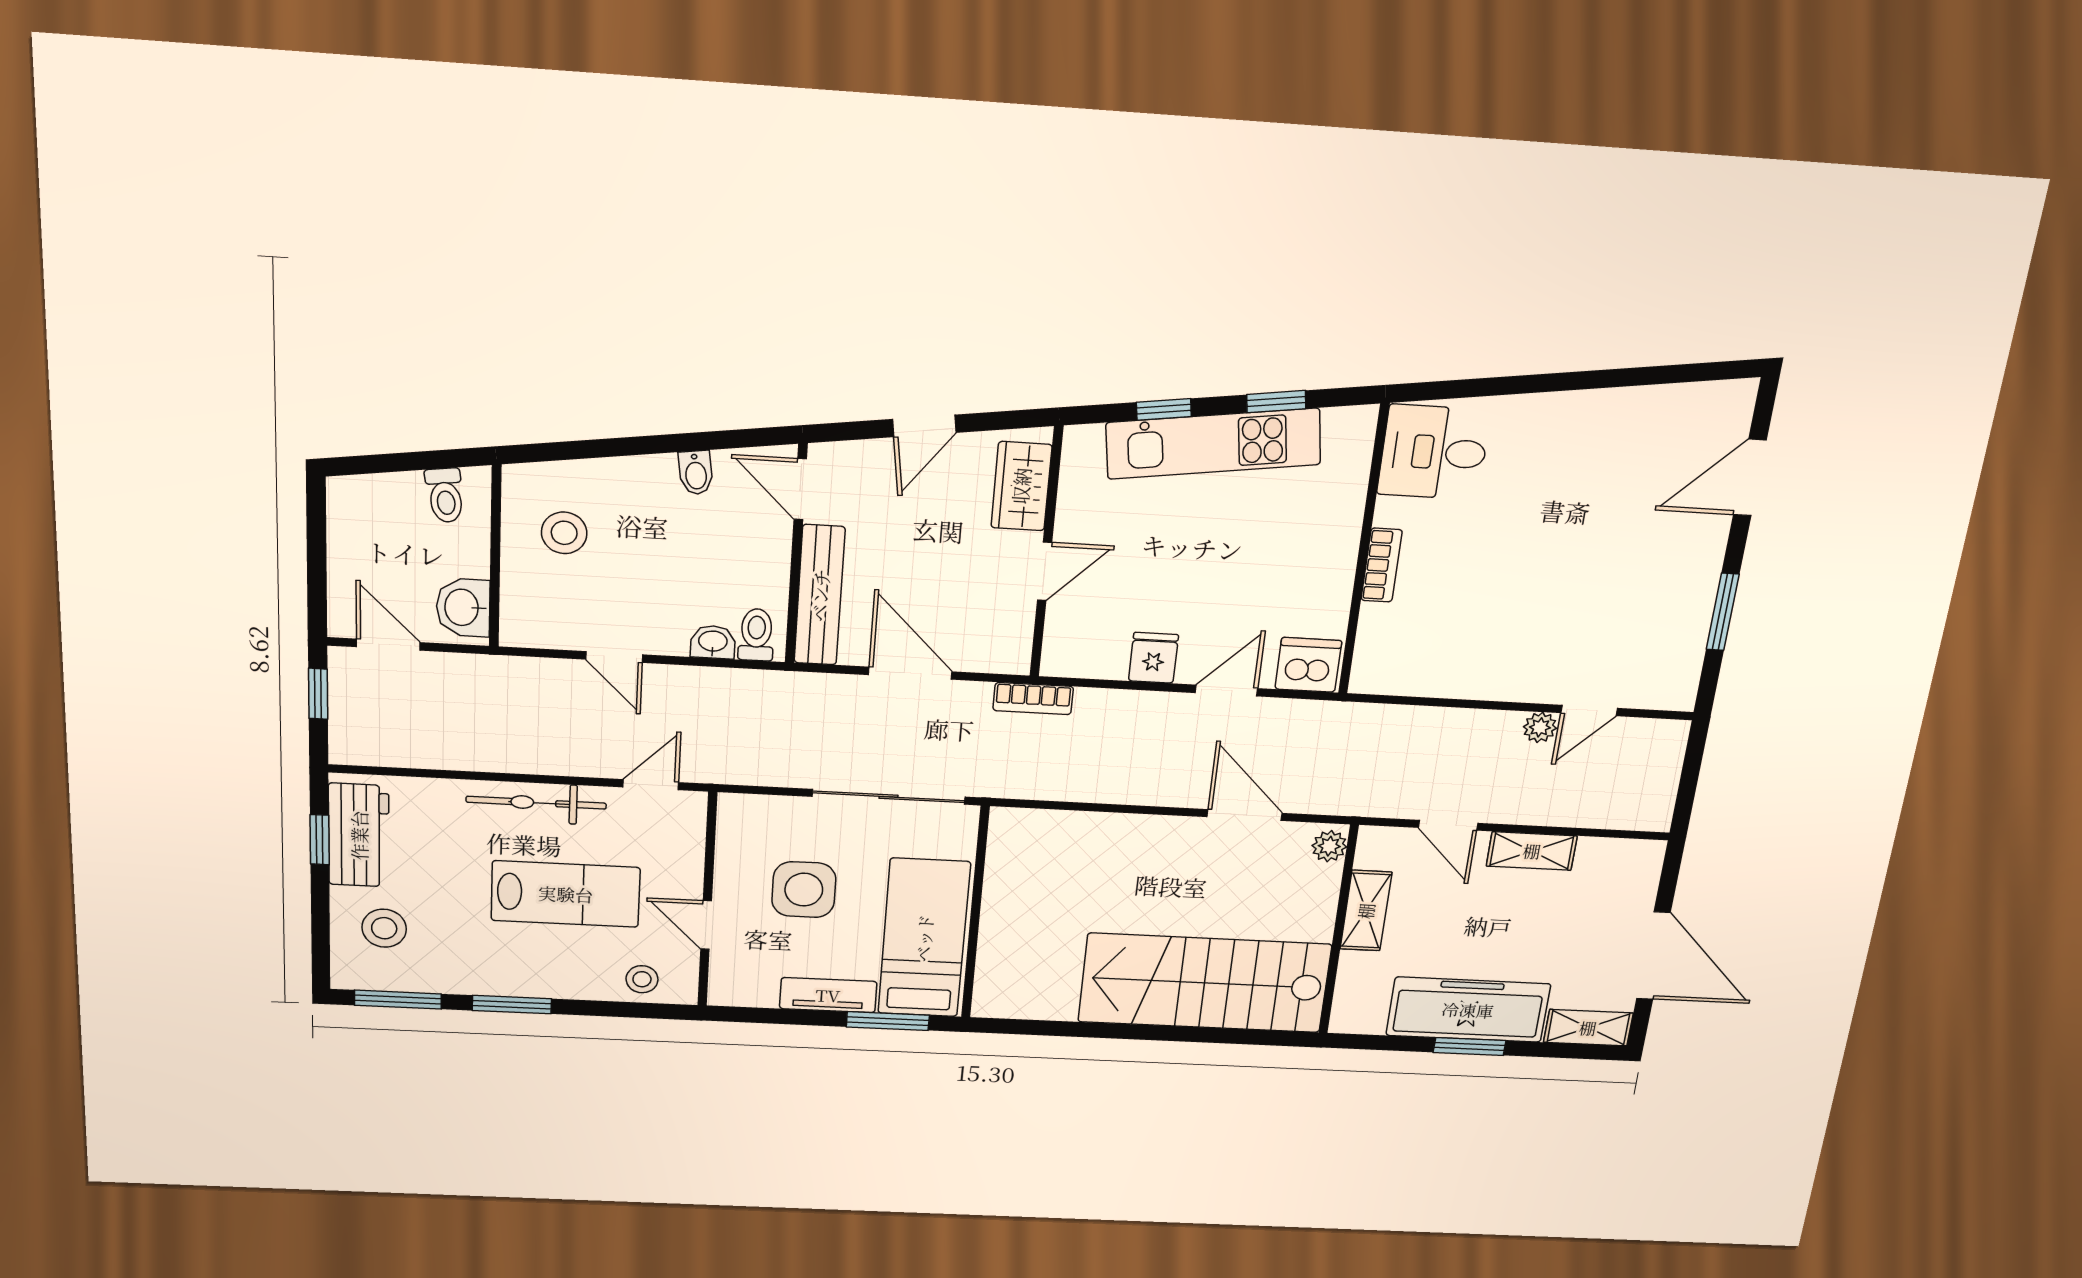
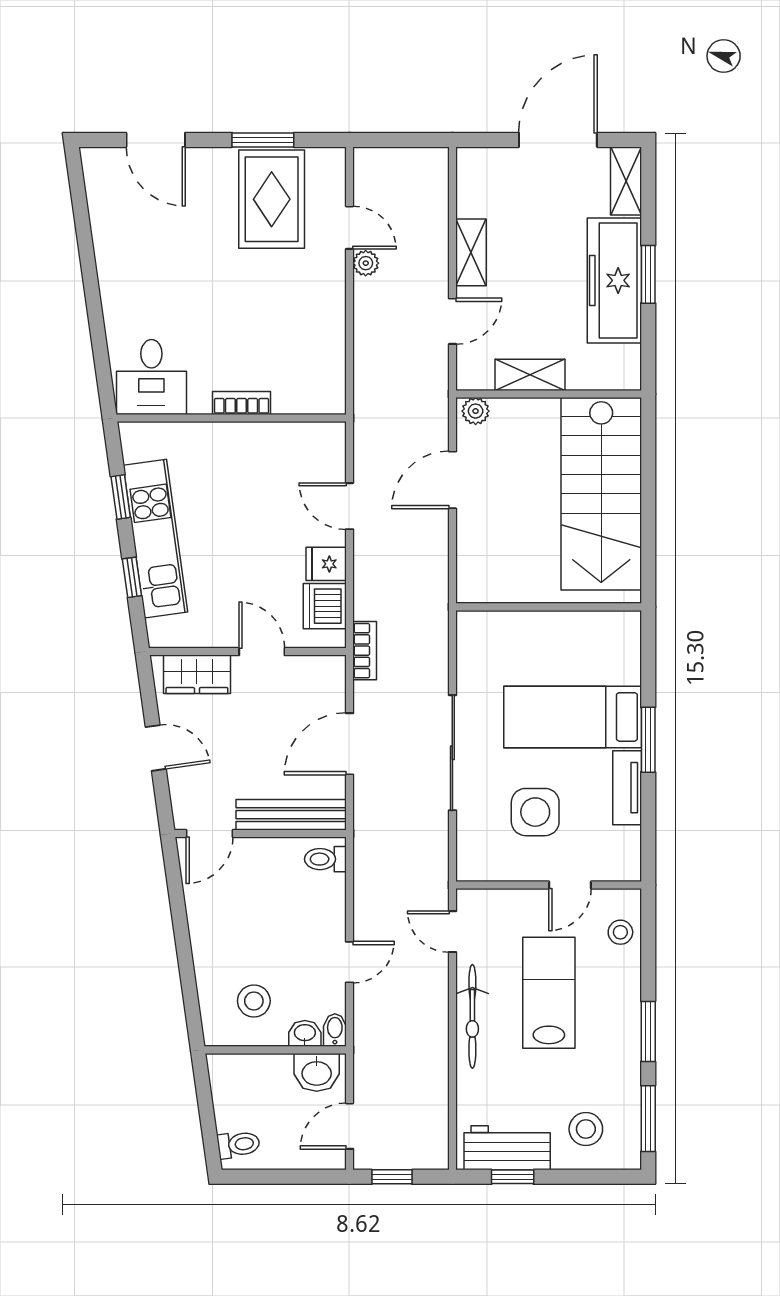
bidet: (696, 473) -> (335, 1030), moved, turned -82
toilet: (445, 495) -> (239, 1144), moved
rug: (1644, 618) -> (272, 199), added
washbasin: (713, 642) -> (305, 1033), moved, turned 90
dishwasher: (1308, 665) -> (325, 606), moved
wall: (975, 913) -> (549, 607), moved

